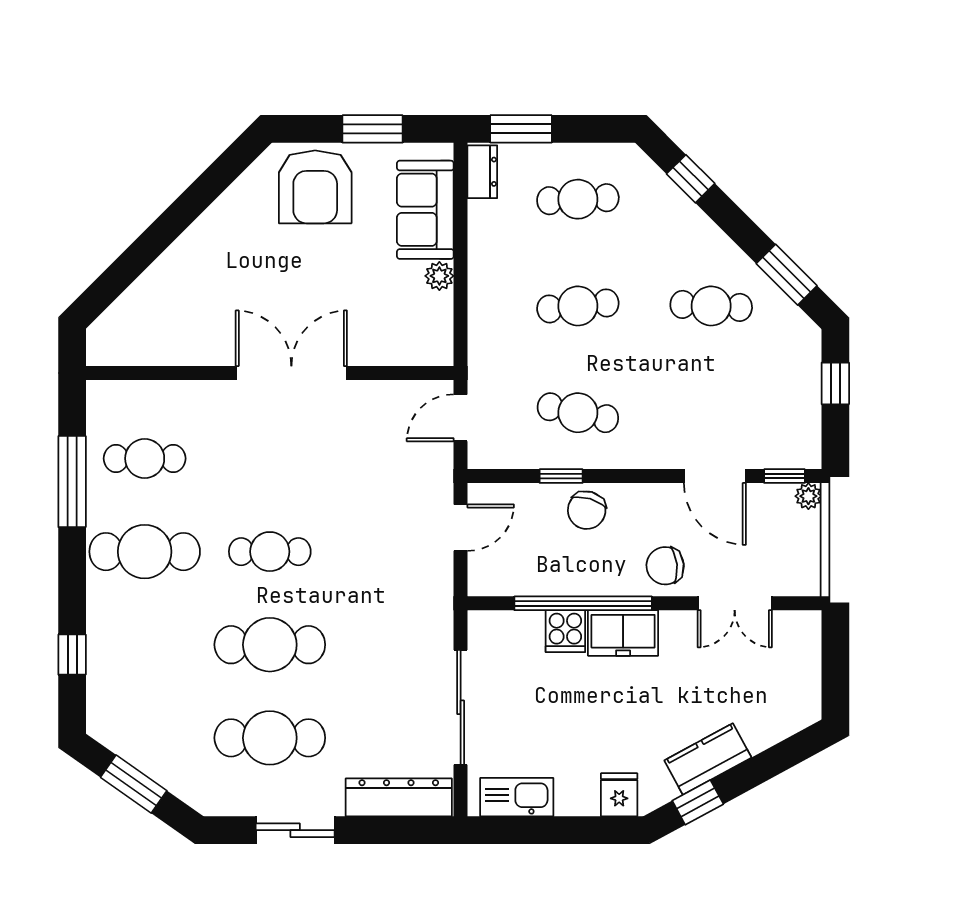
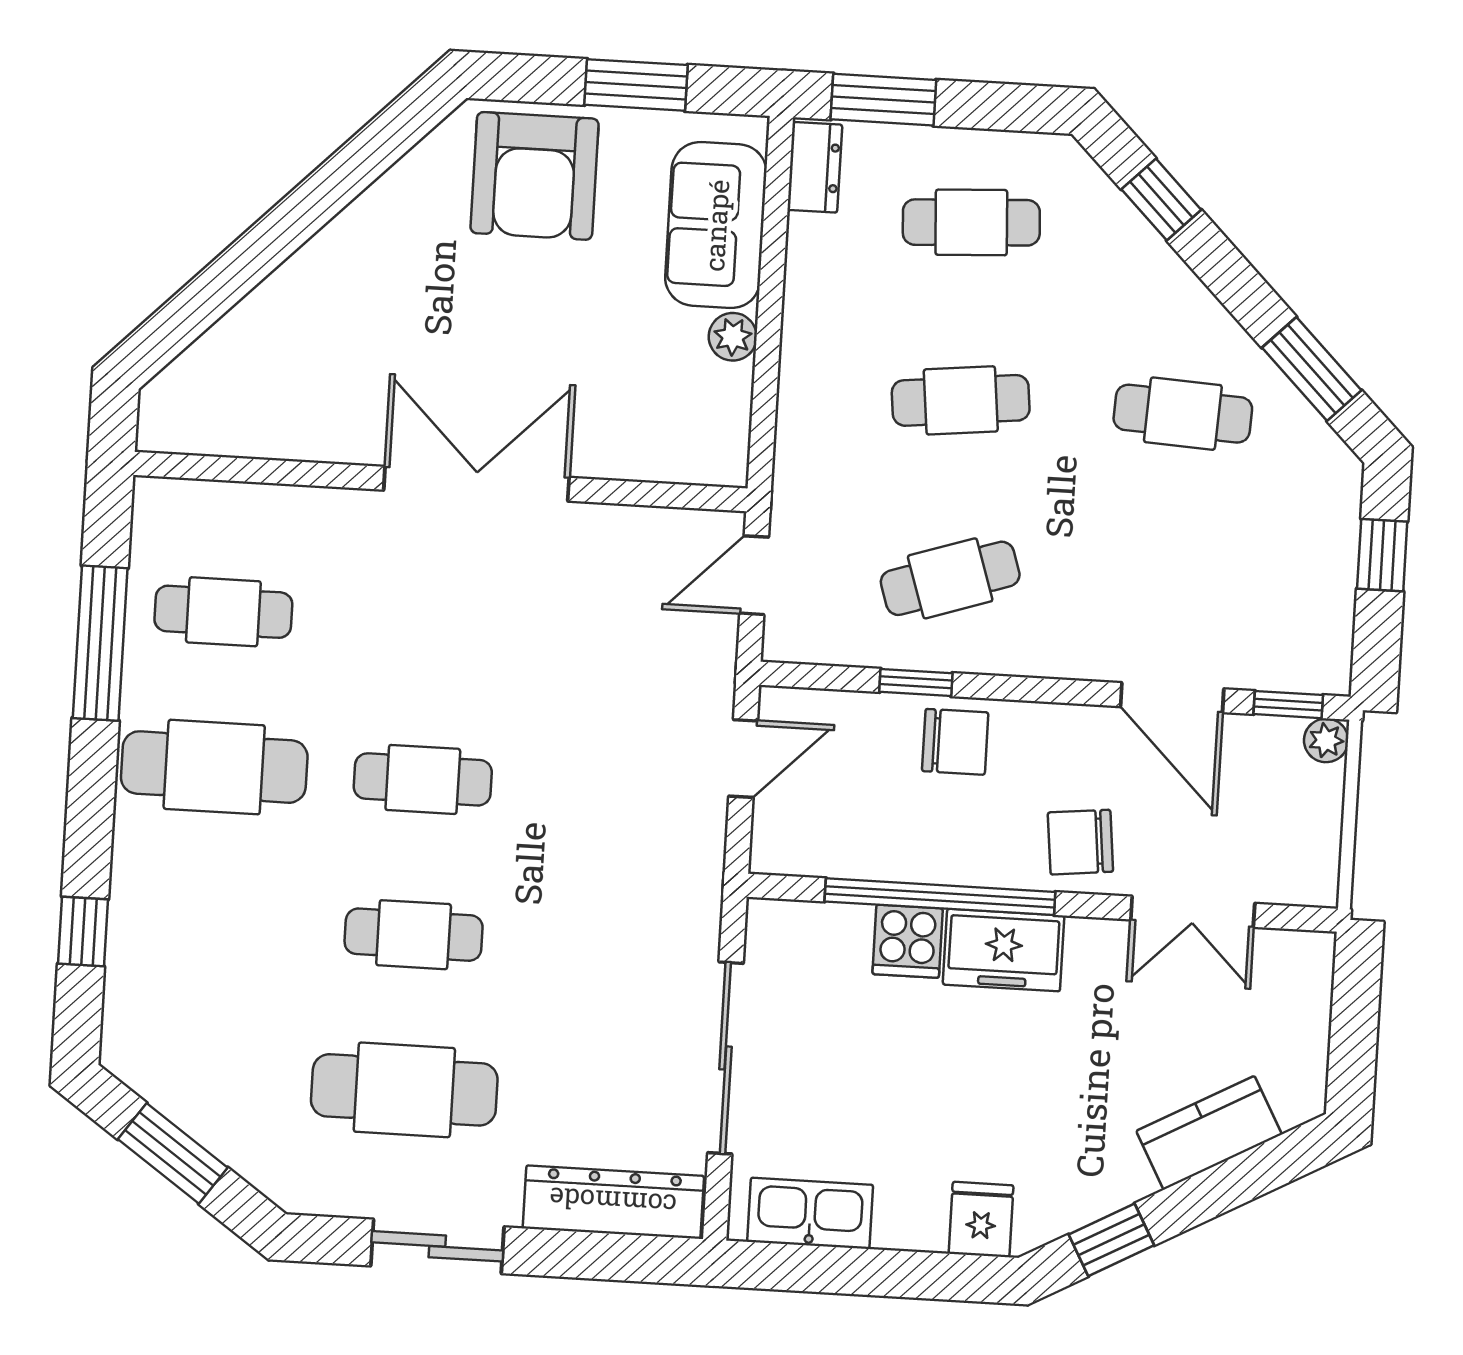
cafe table: (578, 413) -> (950, 578), turned -30
chair: (587, 510) -> (955, 742), turned -107
cafe table: (270, 645) -> (414, 935), width x0.73, depth x0.74
kitchen counter: (708, 759) -> (1209, 1133), moved

